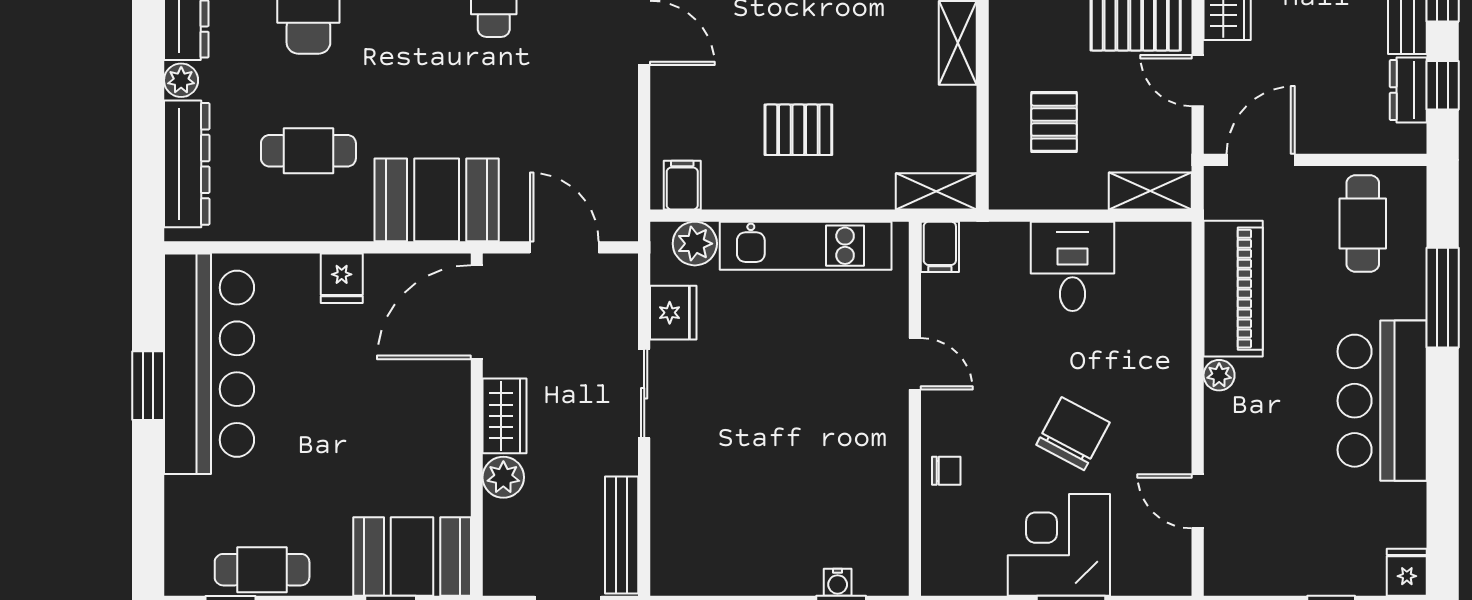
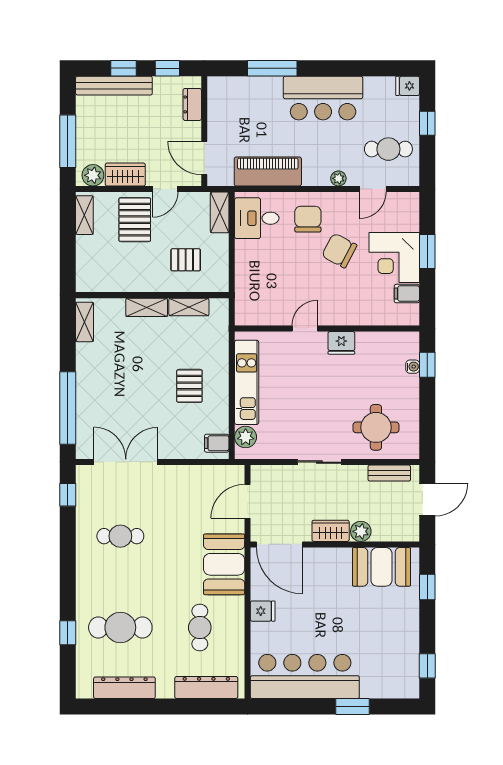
plant: (181, 80) -> (165, 690), removed
dresser: (1408, 90) -> (192, 104), moved, turned 90
shelving: (936, 191) -> (189, 307), moved, turned 90
cafe table: (1363, 223) -> (388, 149), moved
filing cabinet: (940, 247) -> (407, 294), moved, turned 180
desk: (1073, 266) -> (257, 218), moved
fridge: (673, 313) -> (341, 343), moved, turned 180
plant: (1219, 375) -> (338, 178), moved
window: (148, 386) -> (353, 707), moved
chair: (946, 471) -> (308, 219), moved, width x1.87, depth x1.87
round table: (714, 508) -> (376, 427), added
bench: (622, 535) -> (389, 473), width x0.73
booth: (412, 557) -> (381, 567), moved, turned 90
cafe table: (262, 570) -> (406, 650), removed

